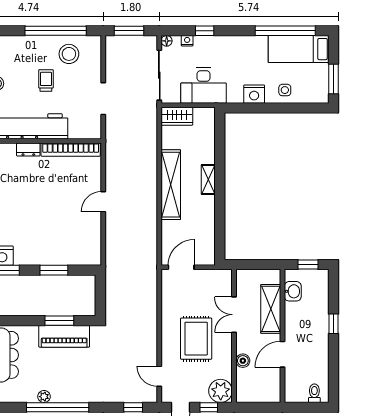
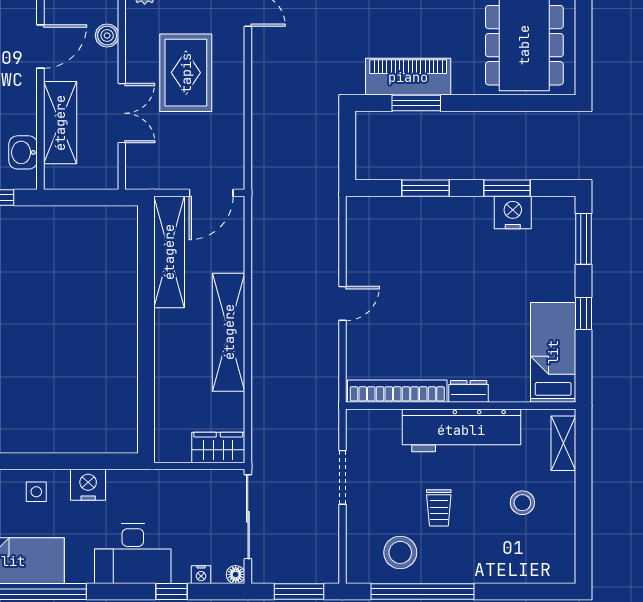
desk: (204, 86) -> (133, 554), moved, turned 180
shelving: (208, 180) -> (169, 252), moved, width x2.20, depth x1.33

